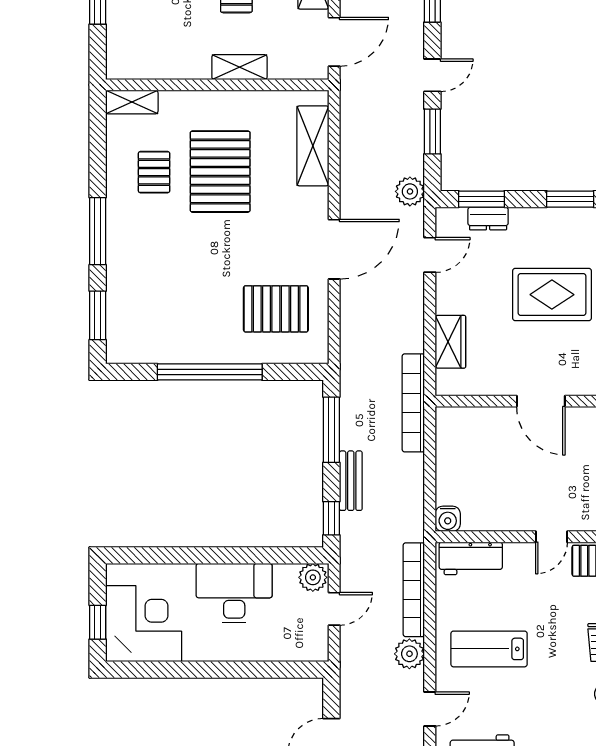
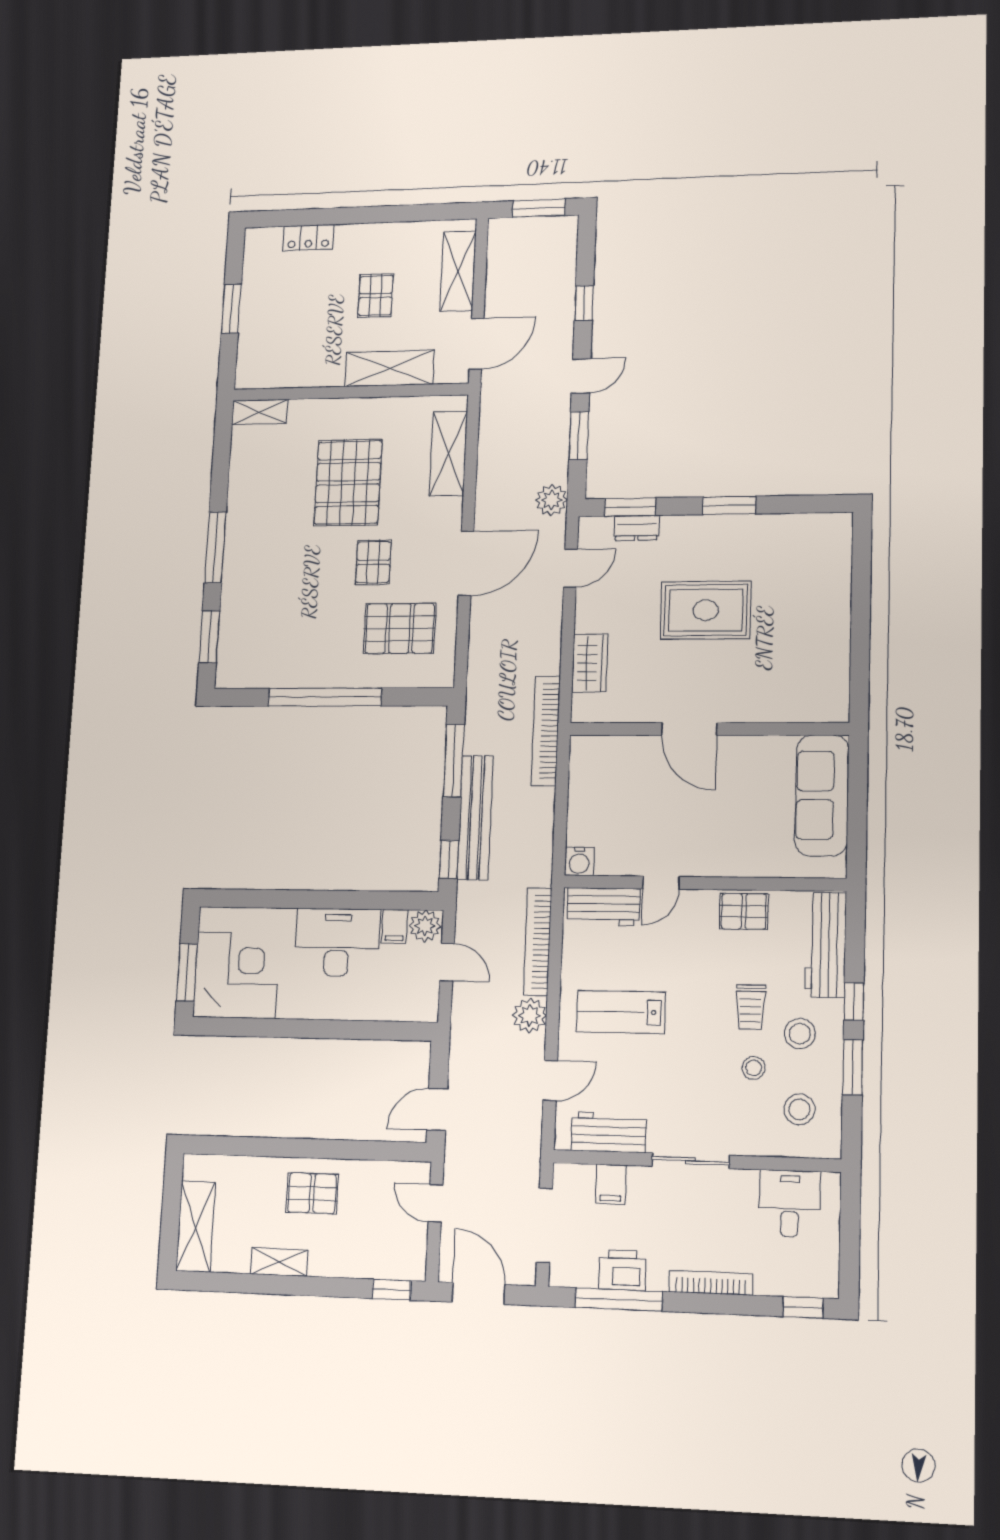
shelving: (239, 67) -> (389, 368), width x1.50, depth x1.33
pallet: (154, 172) -> (373, 562), moved
bench: (351, 481) -> (475, 817), width x1.86, depth x1.21
door: (551, 537) -> (661, 883), moved
filing cabinet: (285, 578) -> (395, 926), added
door: (334, 609) -> (447, 962), hinge flipped
window: (98, 622) -> (187, 972), width x1.50

